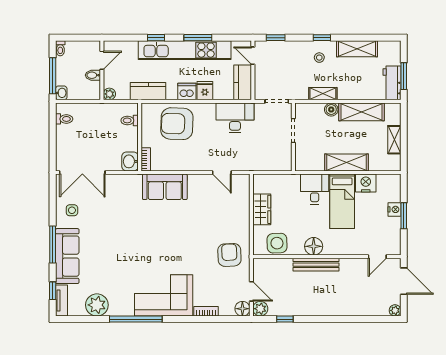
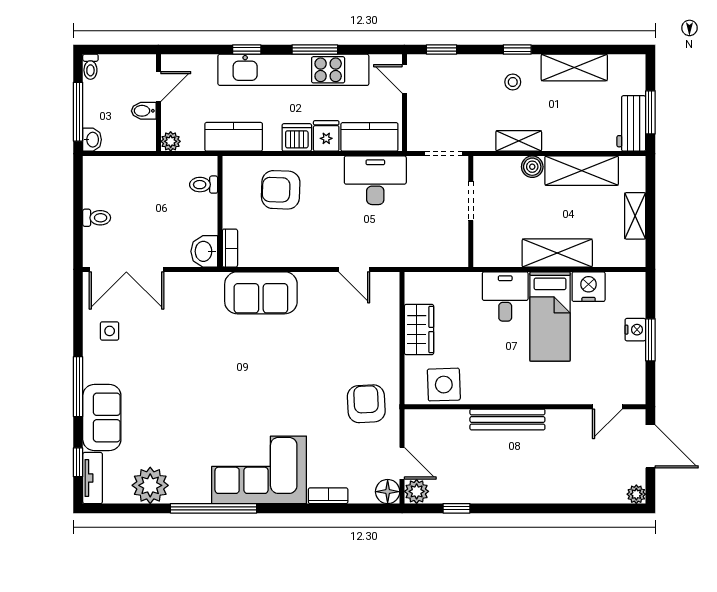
kitchen counter: (243, 82) -> (369, 137), moved, turned 90
toilet: (64, 119) -> (97, 218), moved
armchair: (177, 124) -> (281, 190), width x0.73, depth x0.73
floor lamp: (314, 246) -> (504, 390), removed
sofa: (67, 256) -> (102, 418), width x0.73

